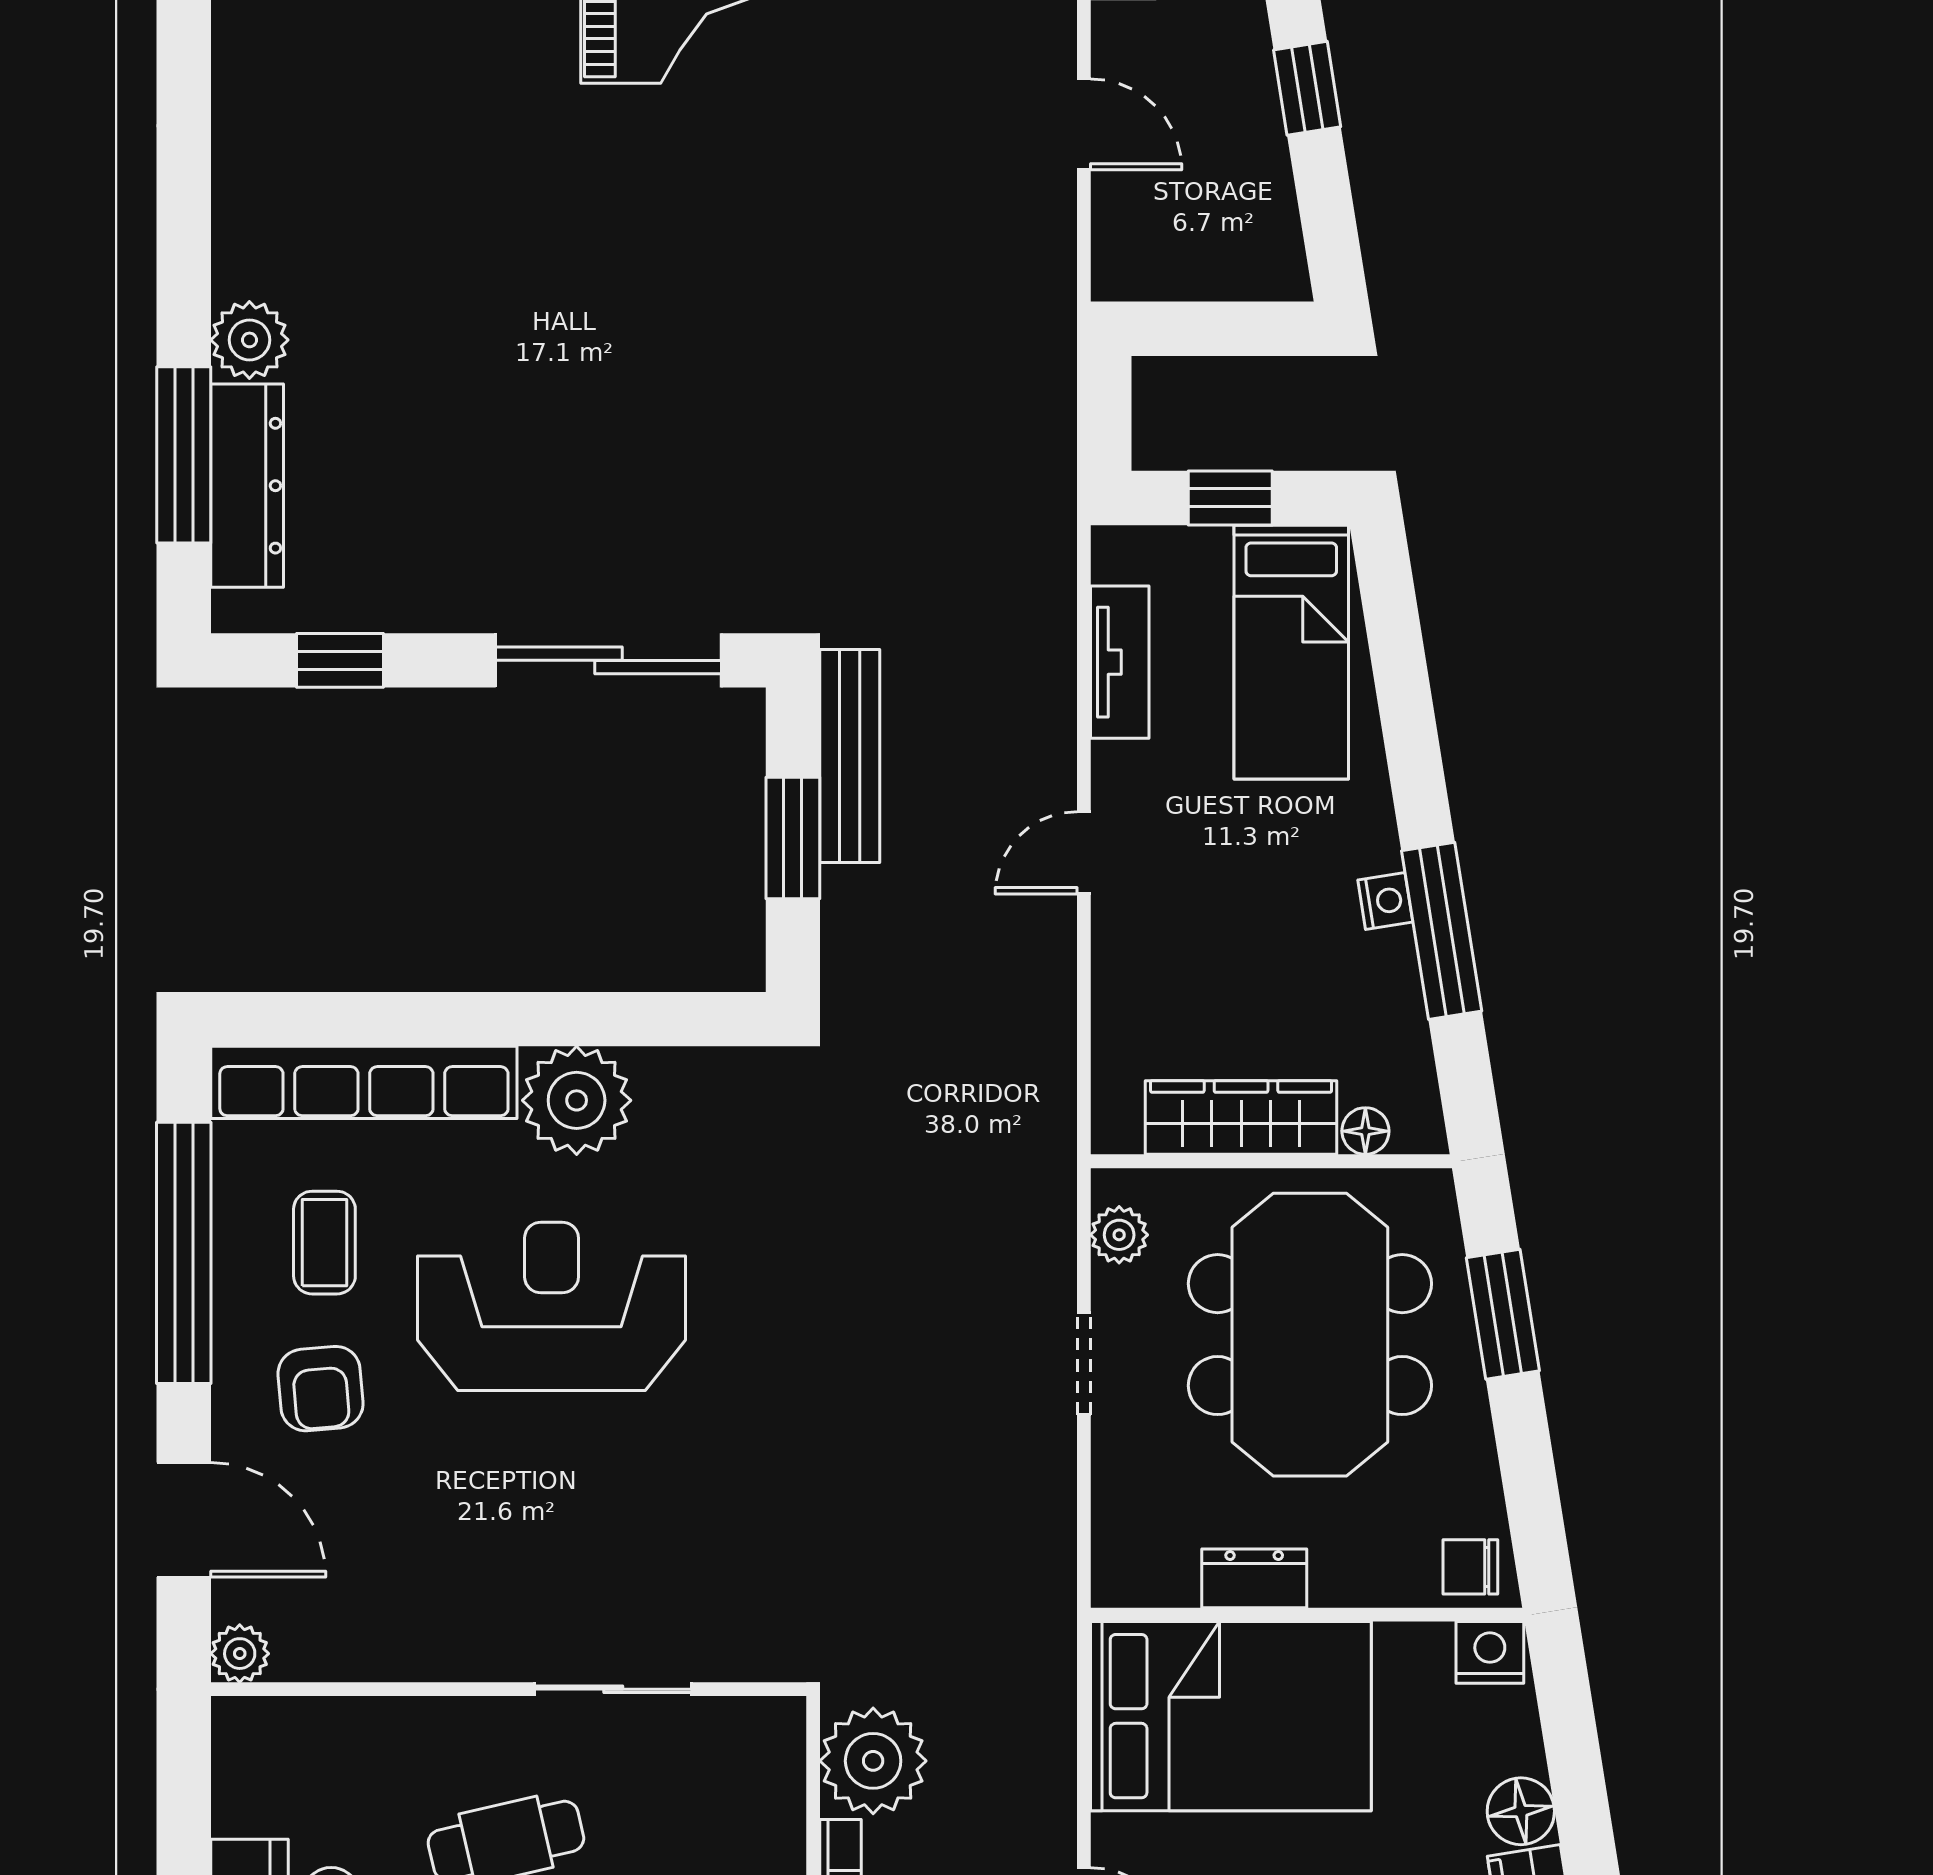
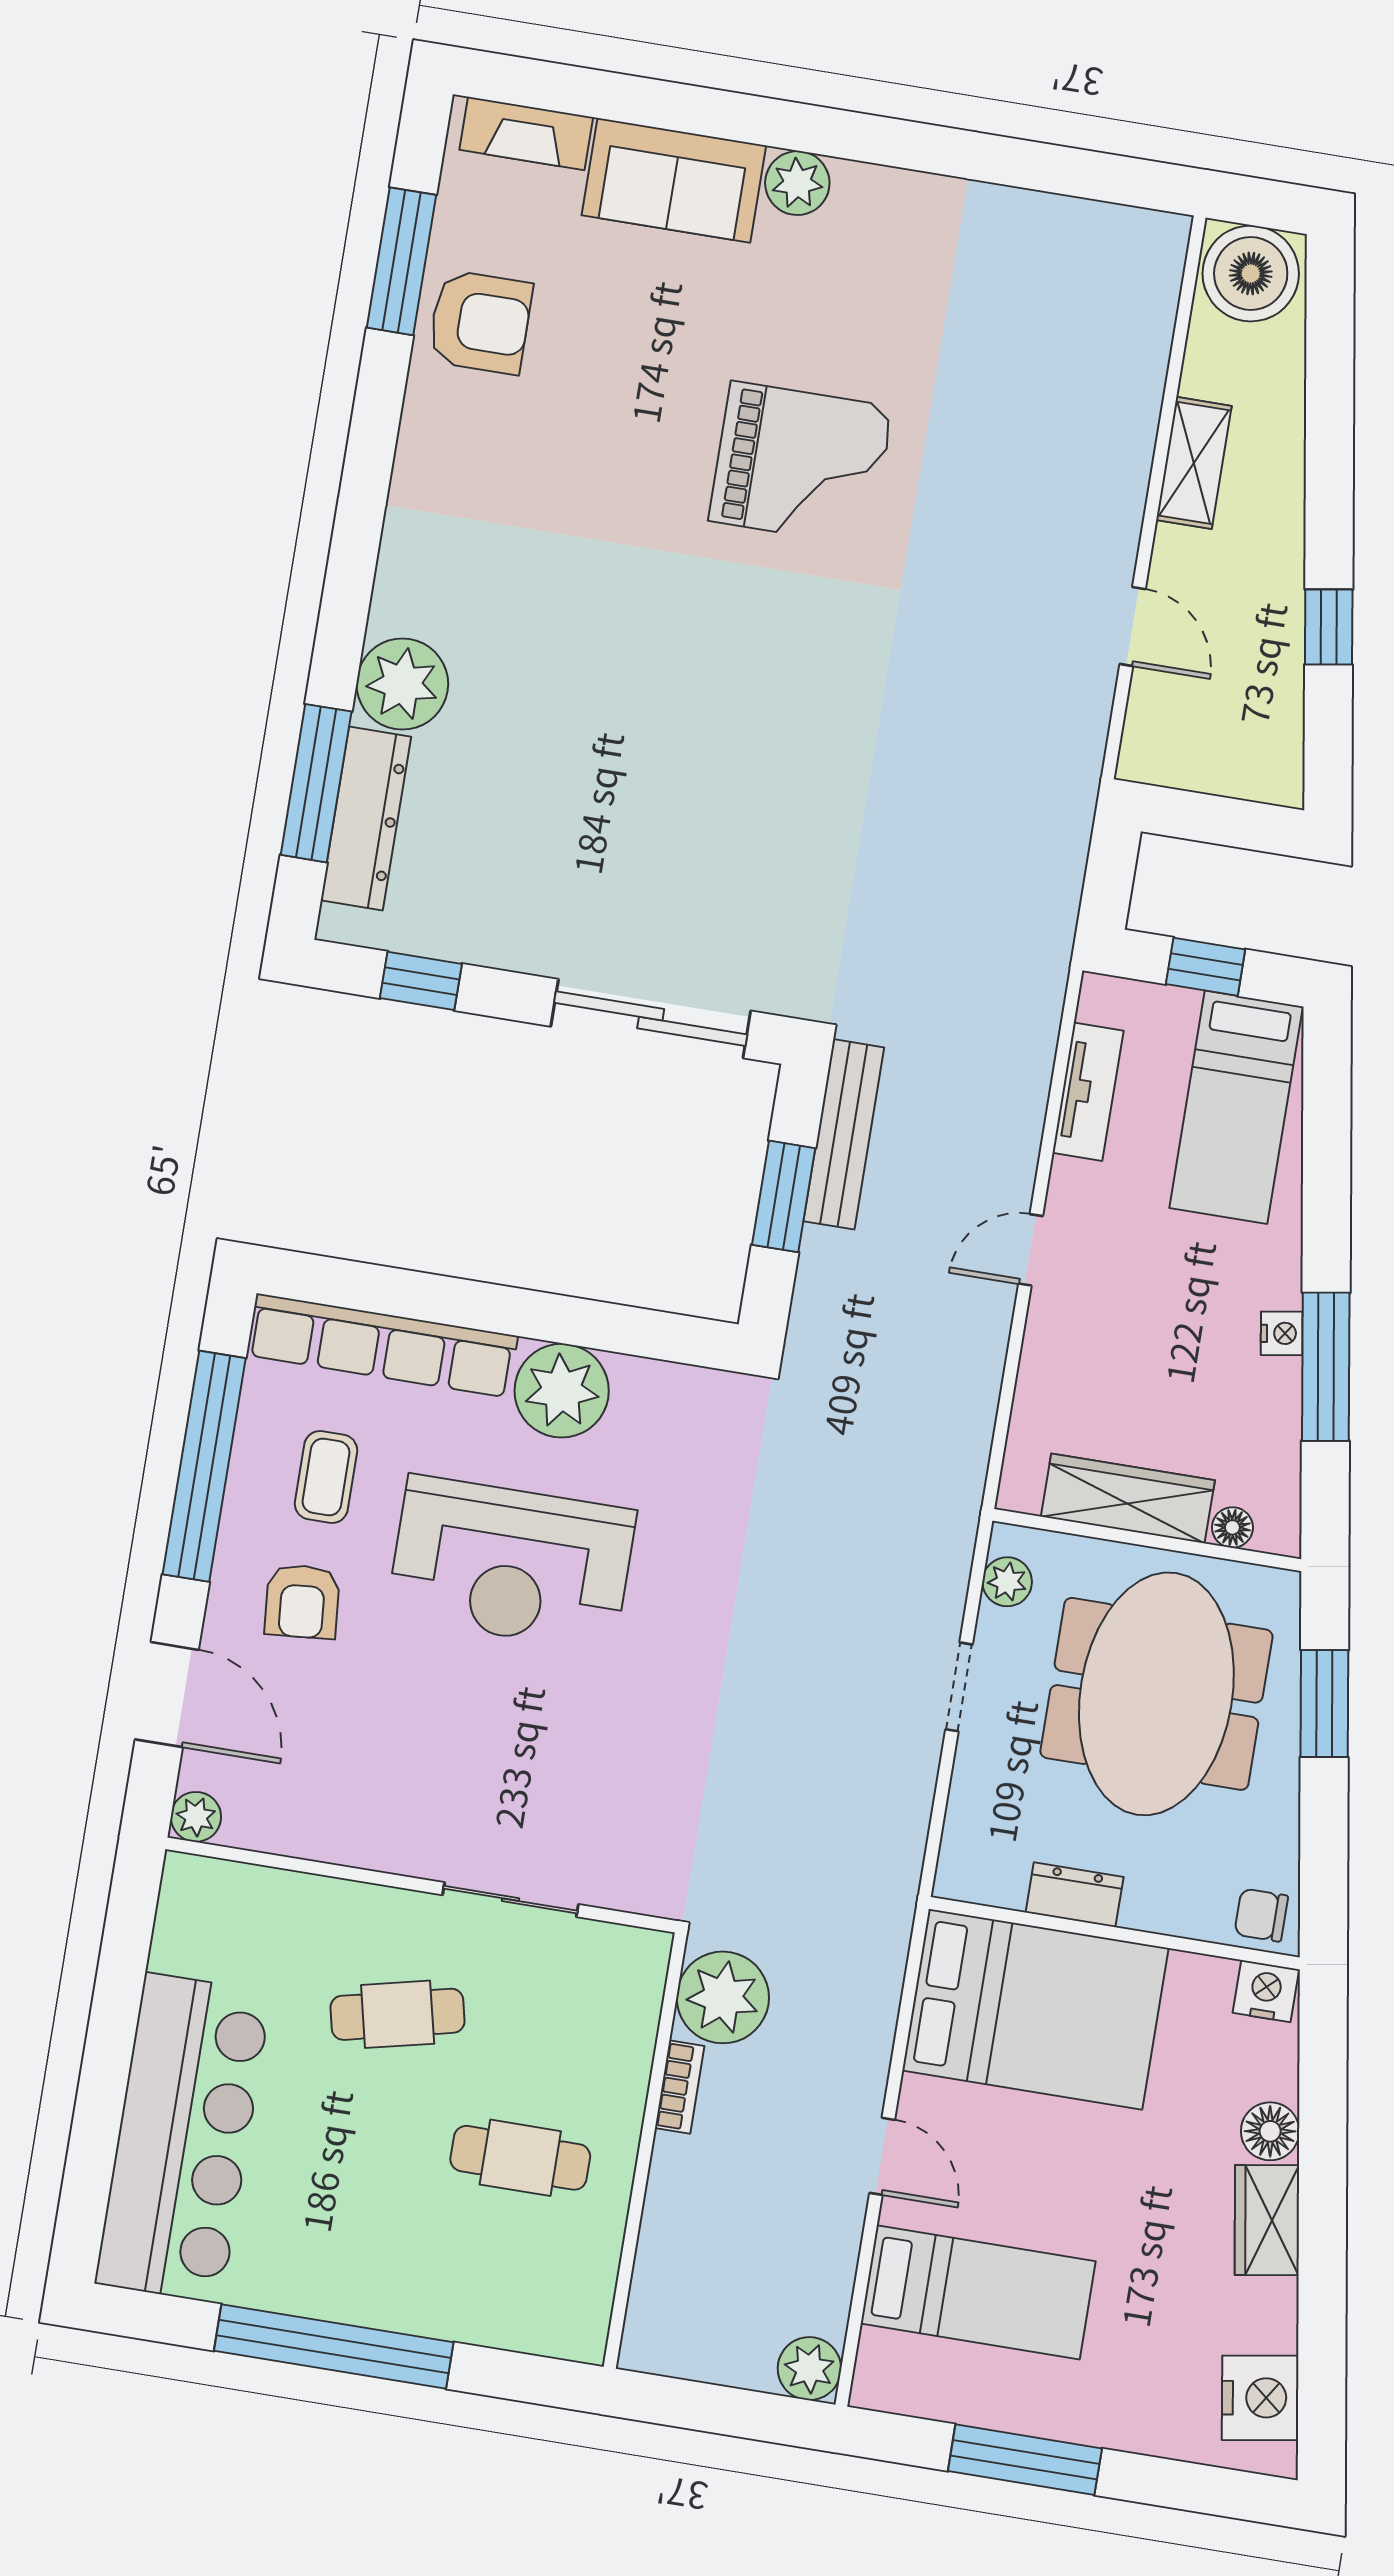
plant: (249, 340) -> (402, 684), width x1.36, depth x1.36
reception desk: (552, 1306) -> (511, 1563), turned 180

